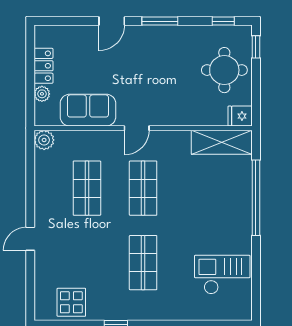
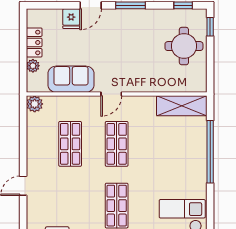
fridge: (240, 116) -> (71, 19), moved, turned -90

